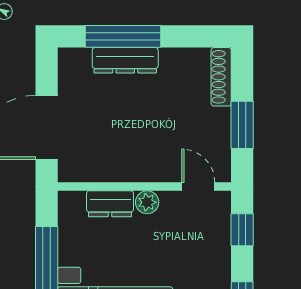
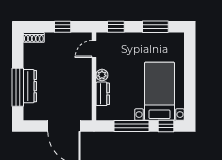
shoe rack: (221, 77) -> (34, 37), width x0.70
window: (242, 125) -> (63, 27), width x0.67

